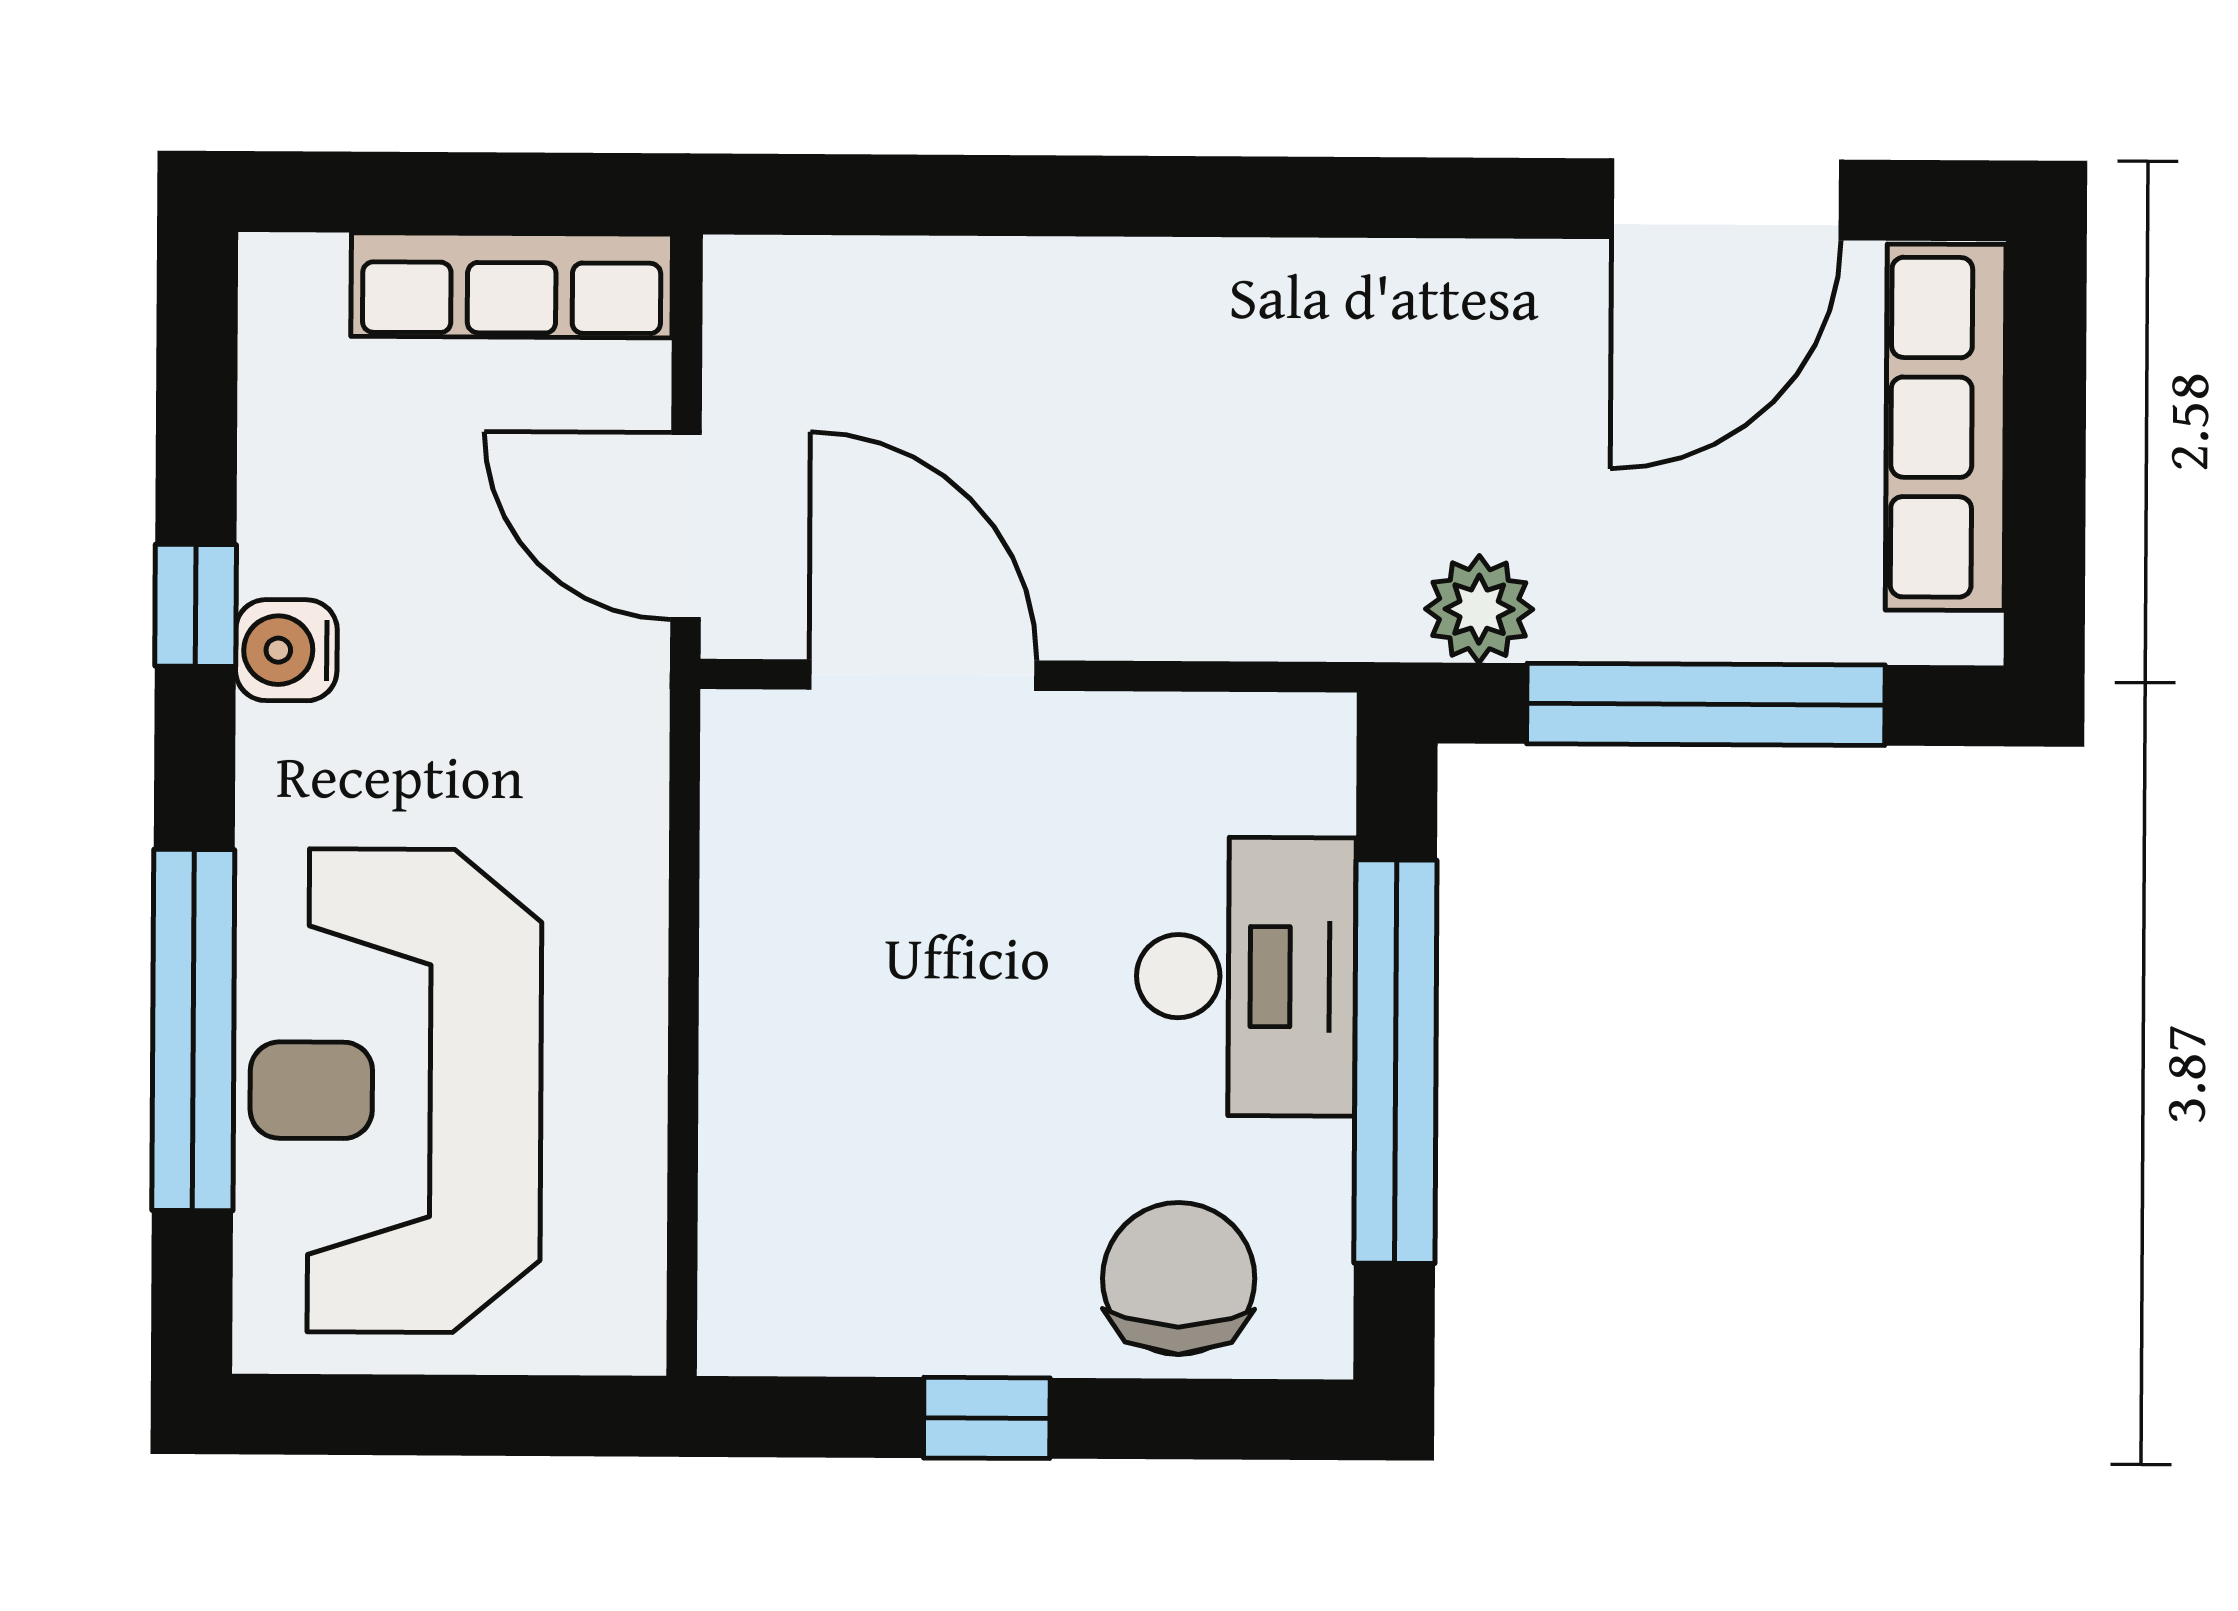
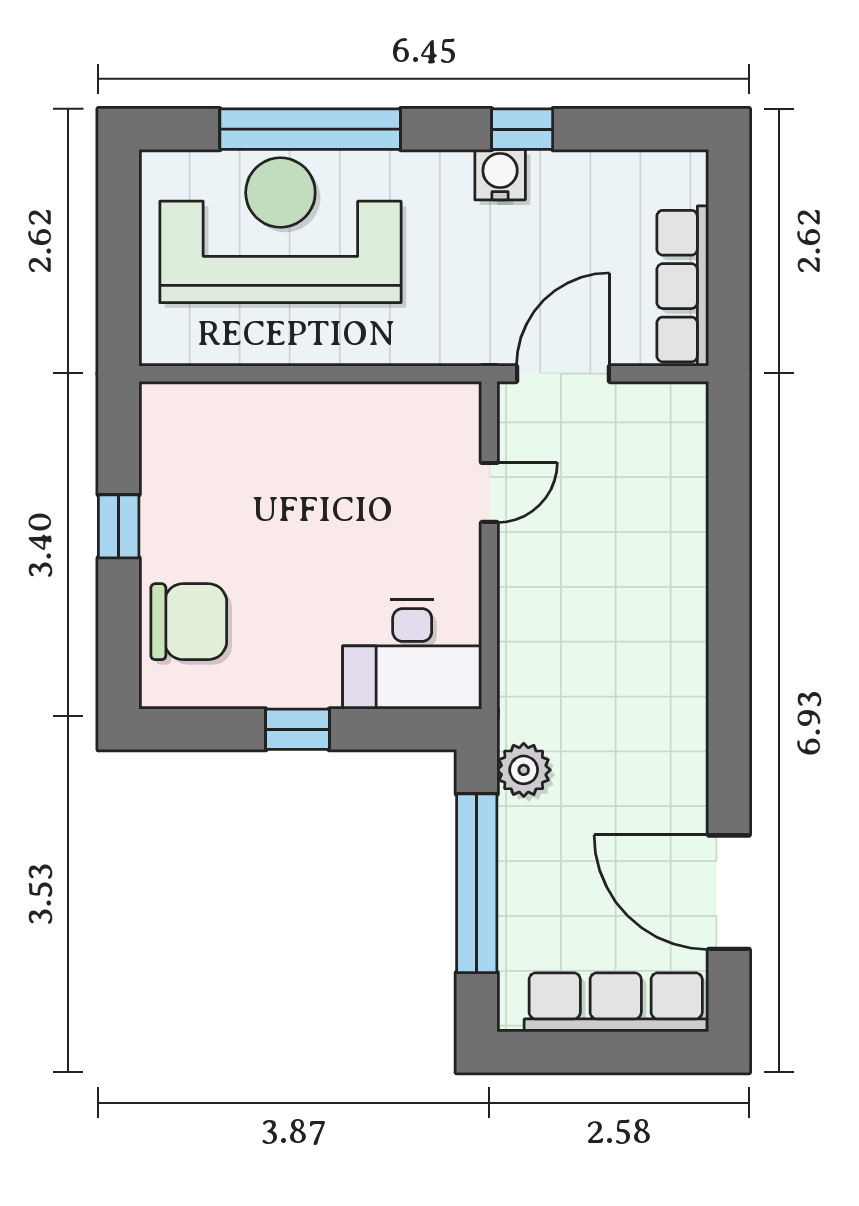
door: (923, 675) -> (489, 492), width x0.53
desk: (1246, 976) -> (412, 655), moved
window: (1395, 1062) -> (298, 729), width x0.32

